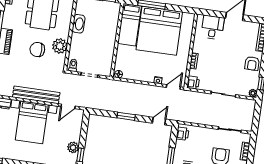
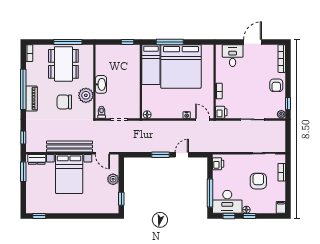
washbasin: (79, 24) -> (101, 84), moved
door: (173, 87) -> (203, 119), hinge flipped
door: (68, 106) -> (102, 153), hinge flipped
door: (159, 121) -> (182, 155), moved
plant: (73, 147) -> (113, 179), moved

